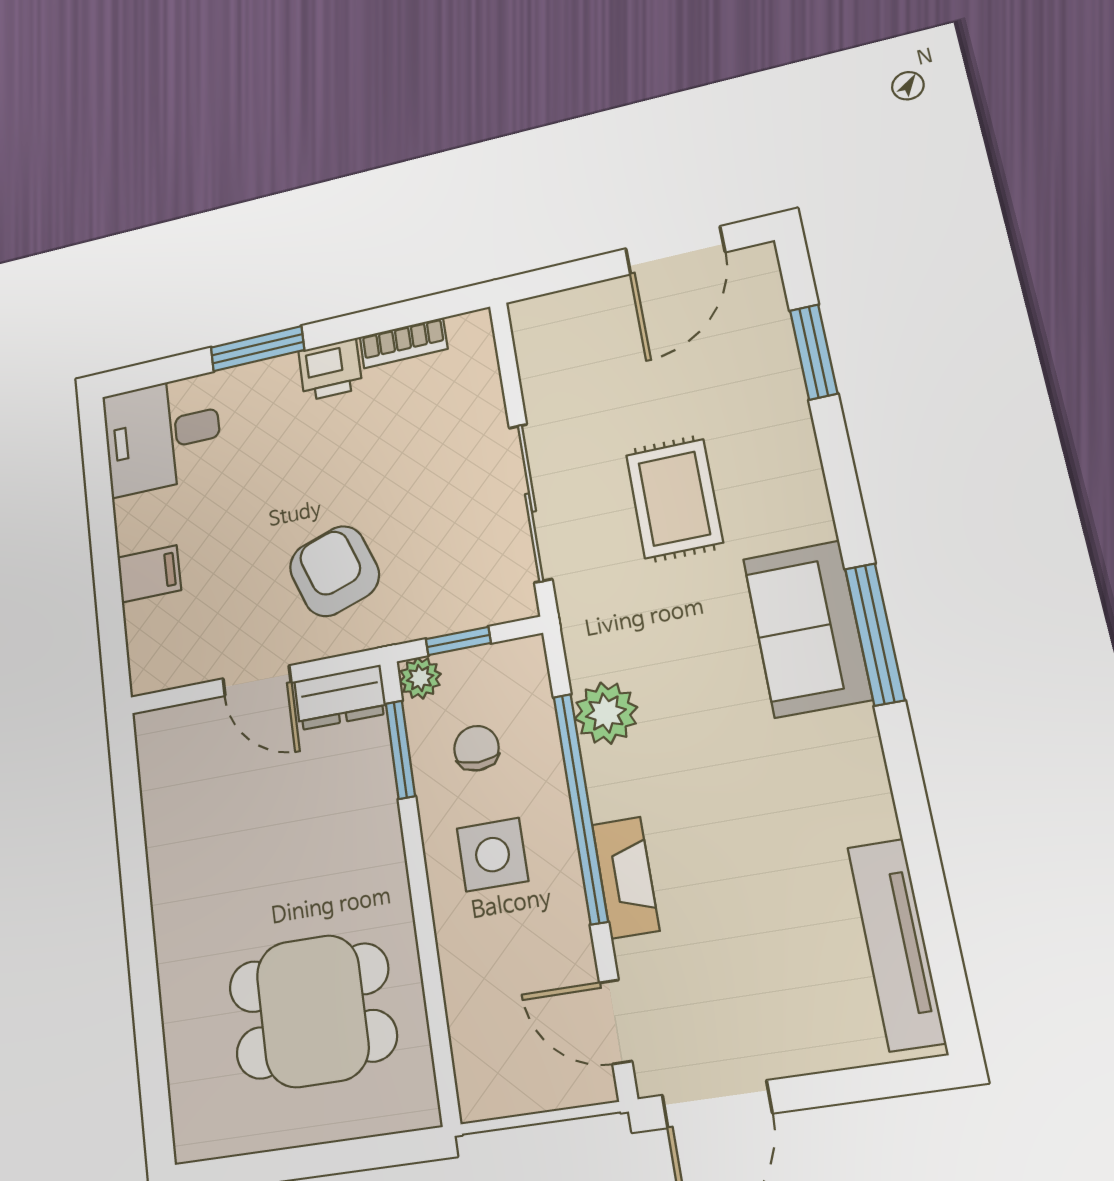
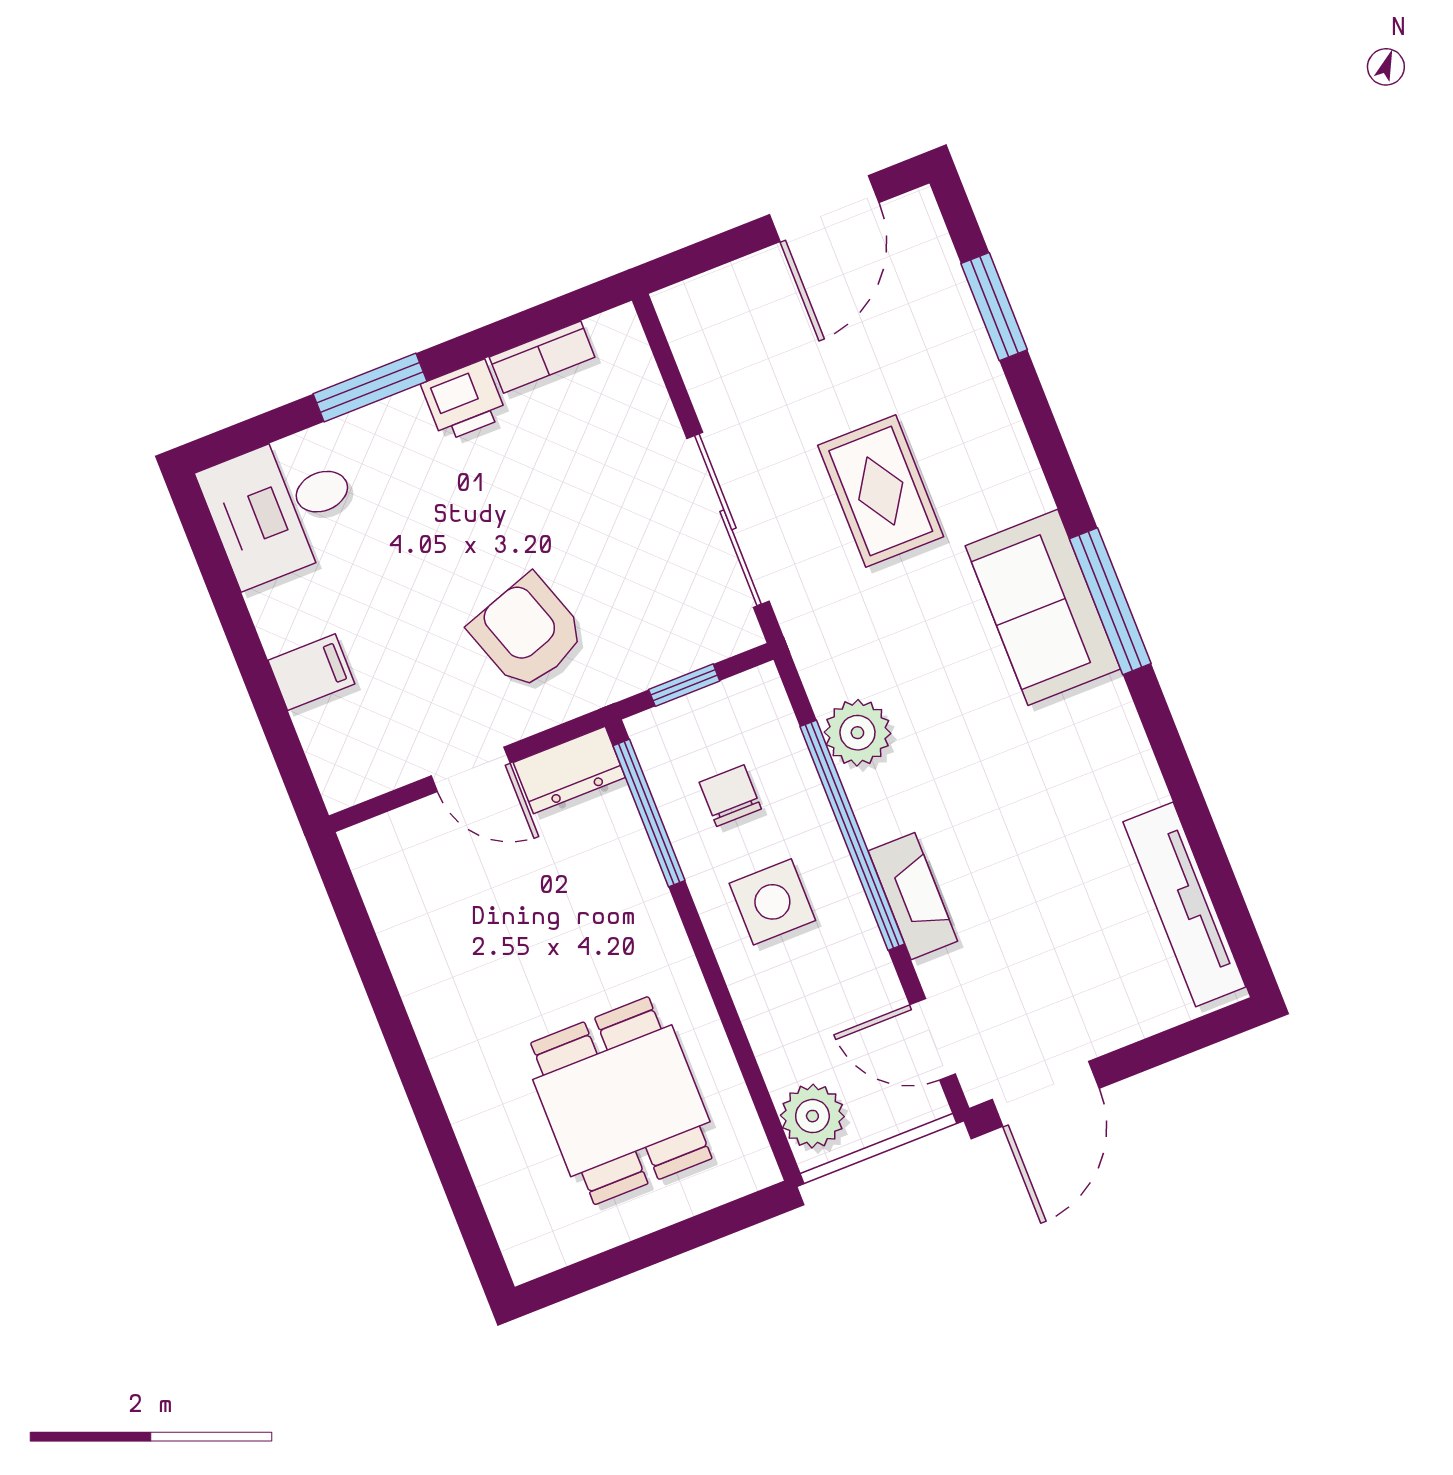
plant: (420, 678) -> (812, 1116), moved, width x1.38, depth x1.38
window: (400, 750) -> (649, 813), width x1.44
dining table: (312, 1011) -> (621, 1101), turned 90

